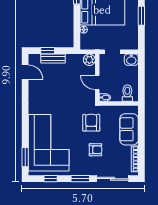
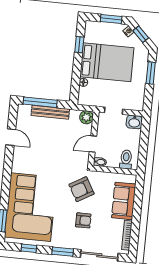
window: (48, 51) -> (40, 102), width x2.17
bench: (53, 59) -> (50, 112), width x1.36
door: (25, 72) -> (11, 137), moved
door: (97, 82) -> (93, 144), hinge flipped
armchair: (91, 123) -> (81, 189), turned -120

